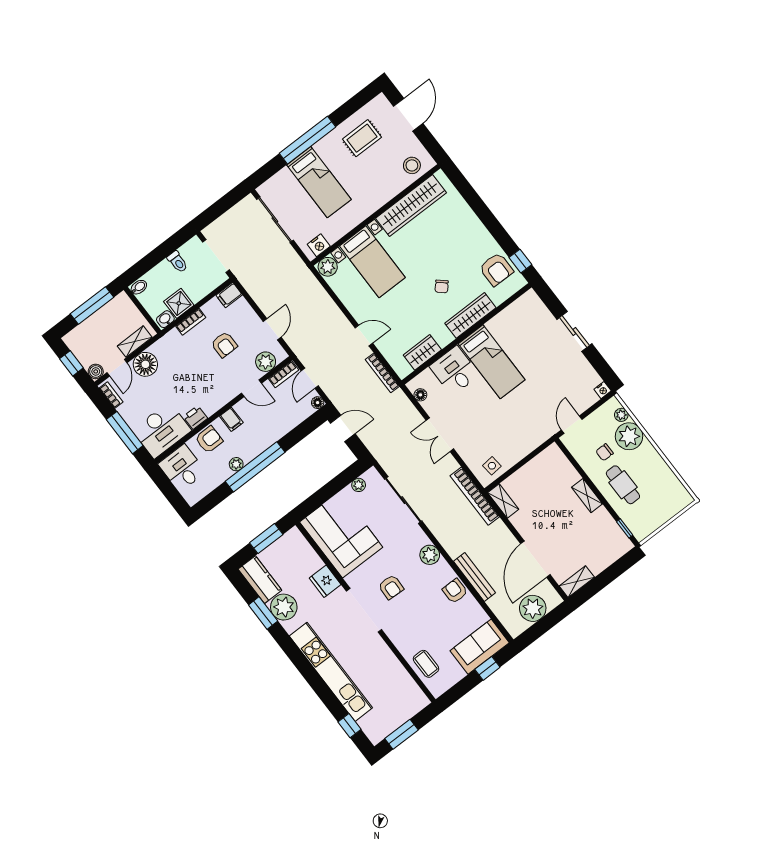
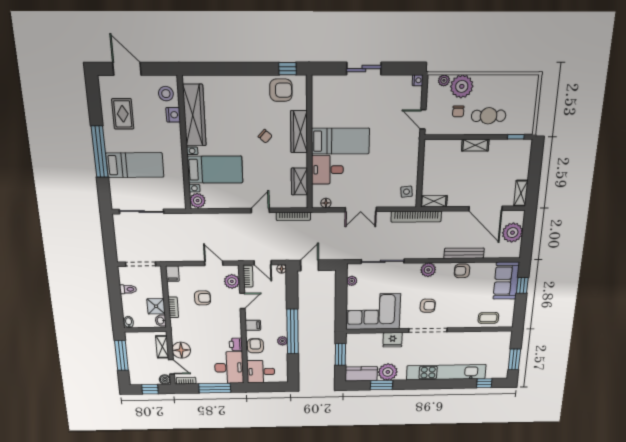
nightstand: (319, 245) -> (173, 115), moved

